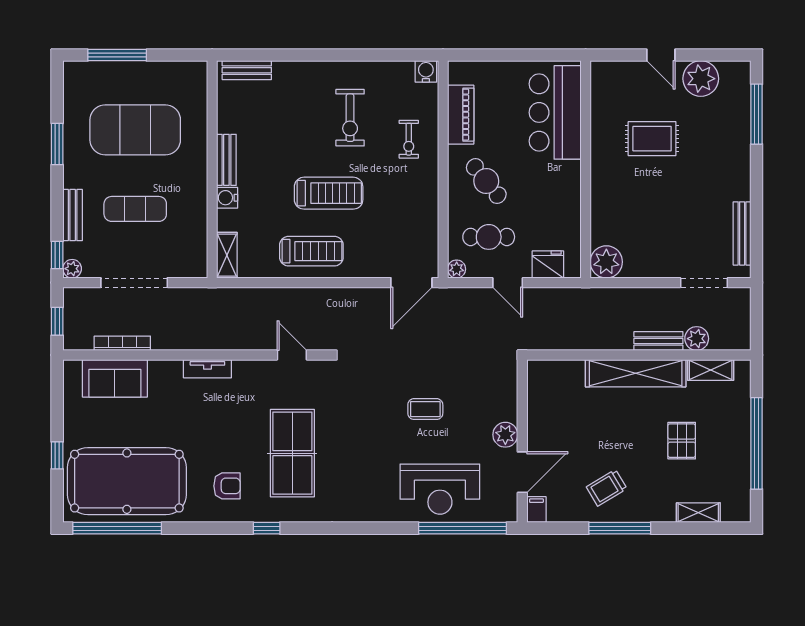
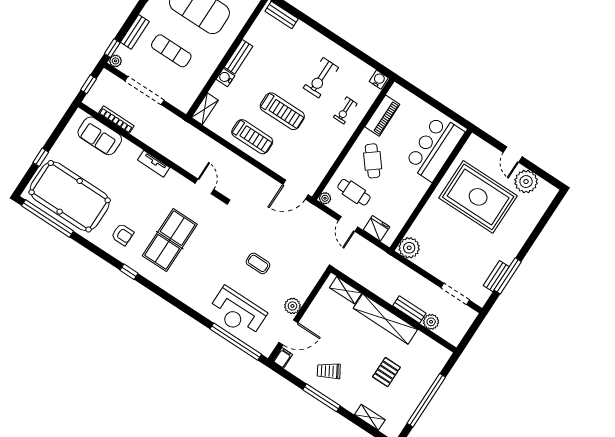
window: (757, 114) -> (508, 276), moved
rug: (652, 139) -> (478, 197), width x1.86, depth x2.06
bench: (742, 233) -> (496, 276), width x0.73
shelving: (711, 370) -> (346, 290), moved

